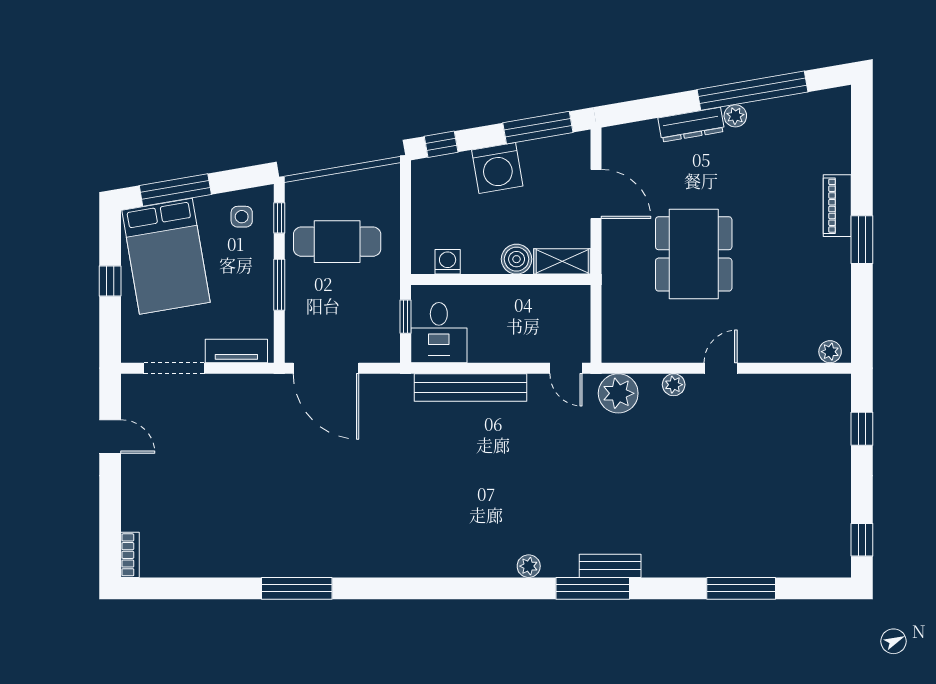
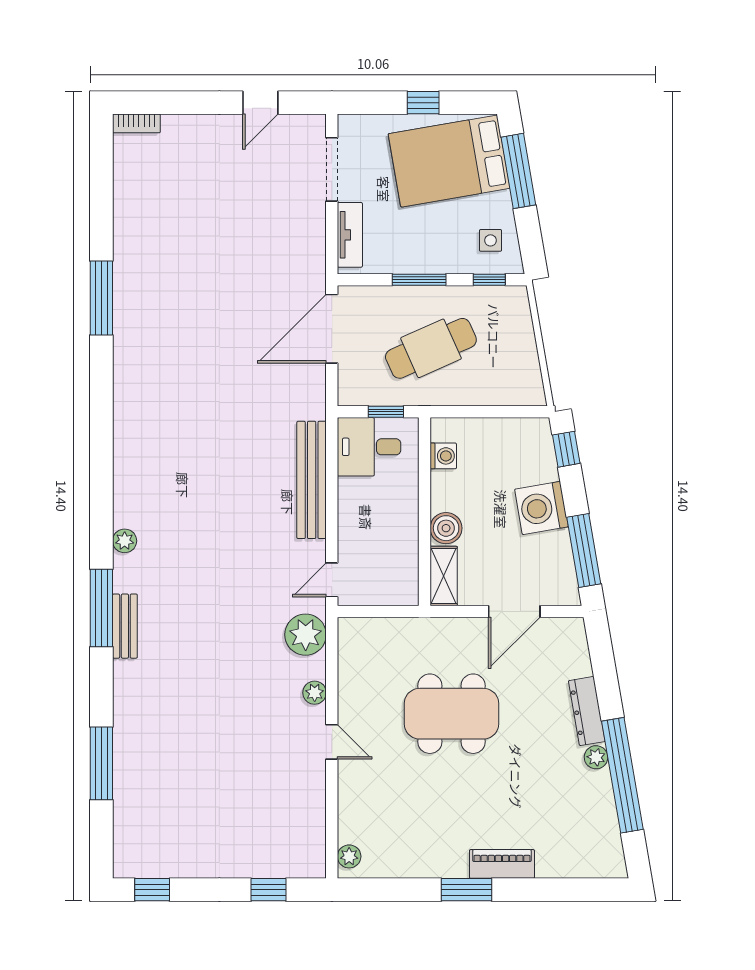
cafe table: (337, 242) -> (431, 348), moved, turned 66

